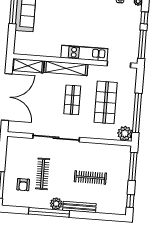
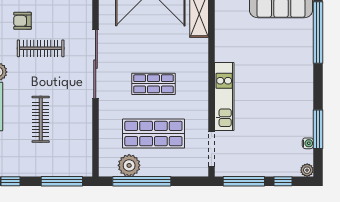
shelving: (66, 68) -> (200, 71), removed
plant: (125, 133) -> (129, 165), moved

